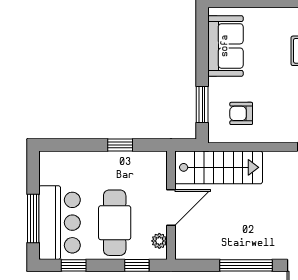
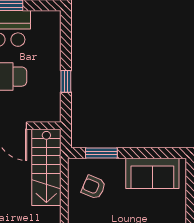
armchair: (241, 113) -> (93, 187), turned -67

